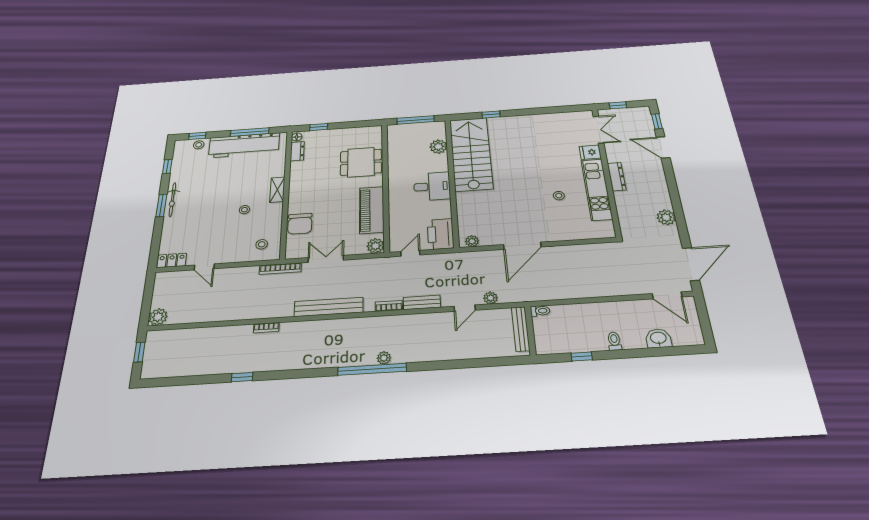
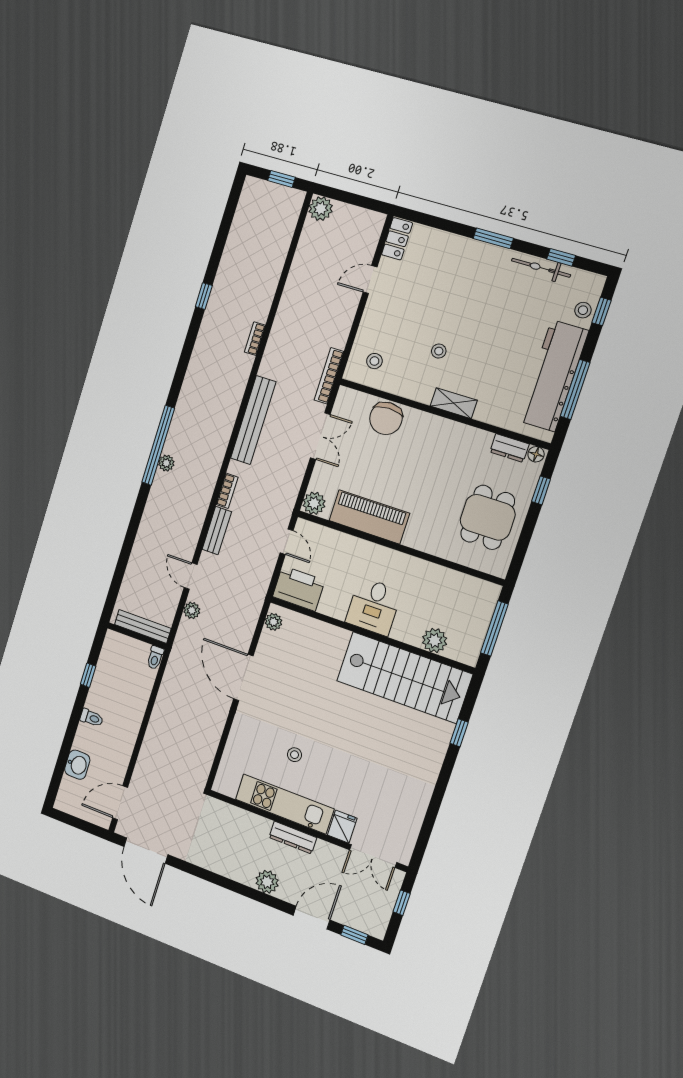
dining table: (361, 162) -> (488, 517), moved
bicycle: (172, 199) -> (541, 268), moved
plant: (666, 217) -> (267, 882), moved
chair: (300, 224) -> (386, 418), turned -90

